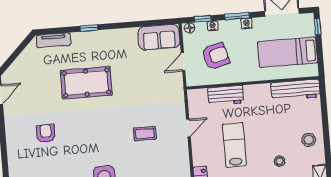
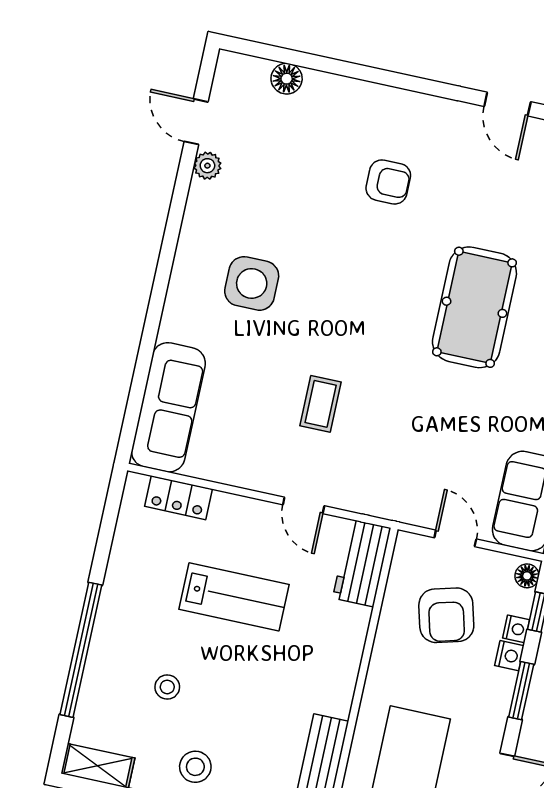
nightstand: (246, 23) -> (509, 656), moved
workbench: (226, 95) -> (362, 563), moved

